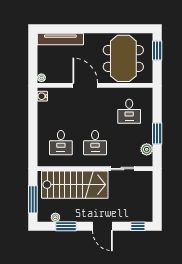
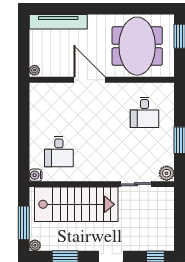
water cooler: (42, 96) -> (36, 175), moved
desk: (95, 143) -> (102, 152), removed
plant: (147, 149) -> (167, 173), moved
plant: (55, 217) -> (35, 245), moved

